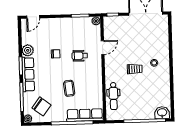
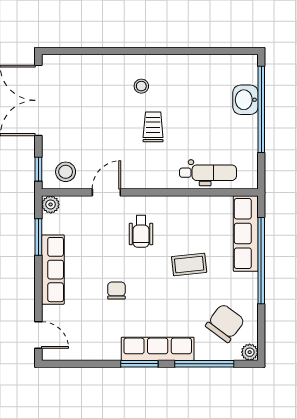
row of seats: (65, 23) -> (53, 270), added
stool: (112, 28) -> (66, 172), added
door: (103, 48) -> (106, 192), hinge flipped
plant: (28, 50) -> (108, 348), removed
wheelchair: (80, 56) -> (141, 231), moved
washbasin: (162, 113) -> (246, 100), moved

